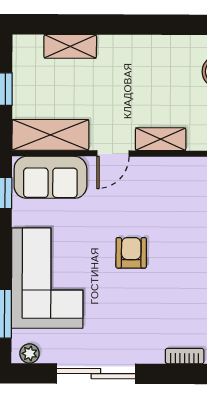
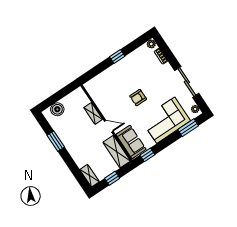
window: (155, 25) -> (56, 141), added
shelving: (70, 46) -> (89, 176), moved

